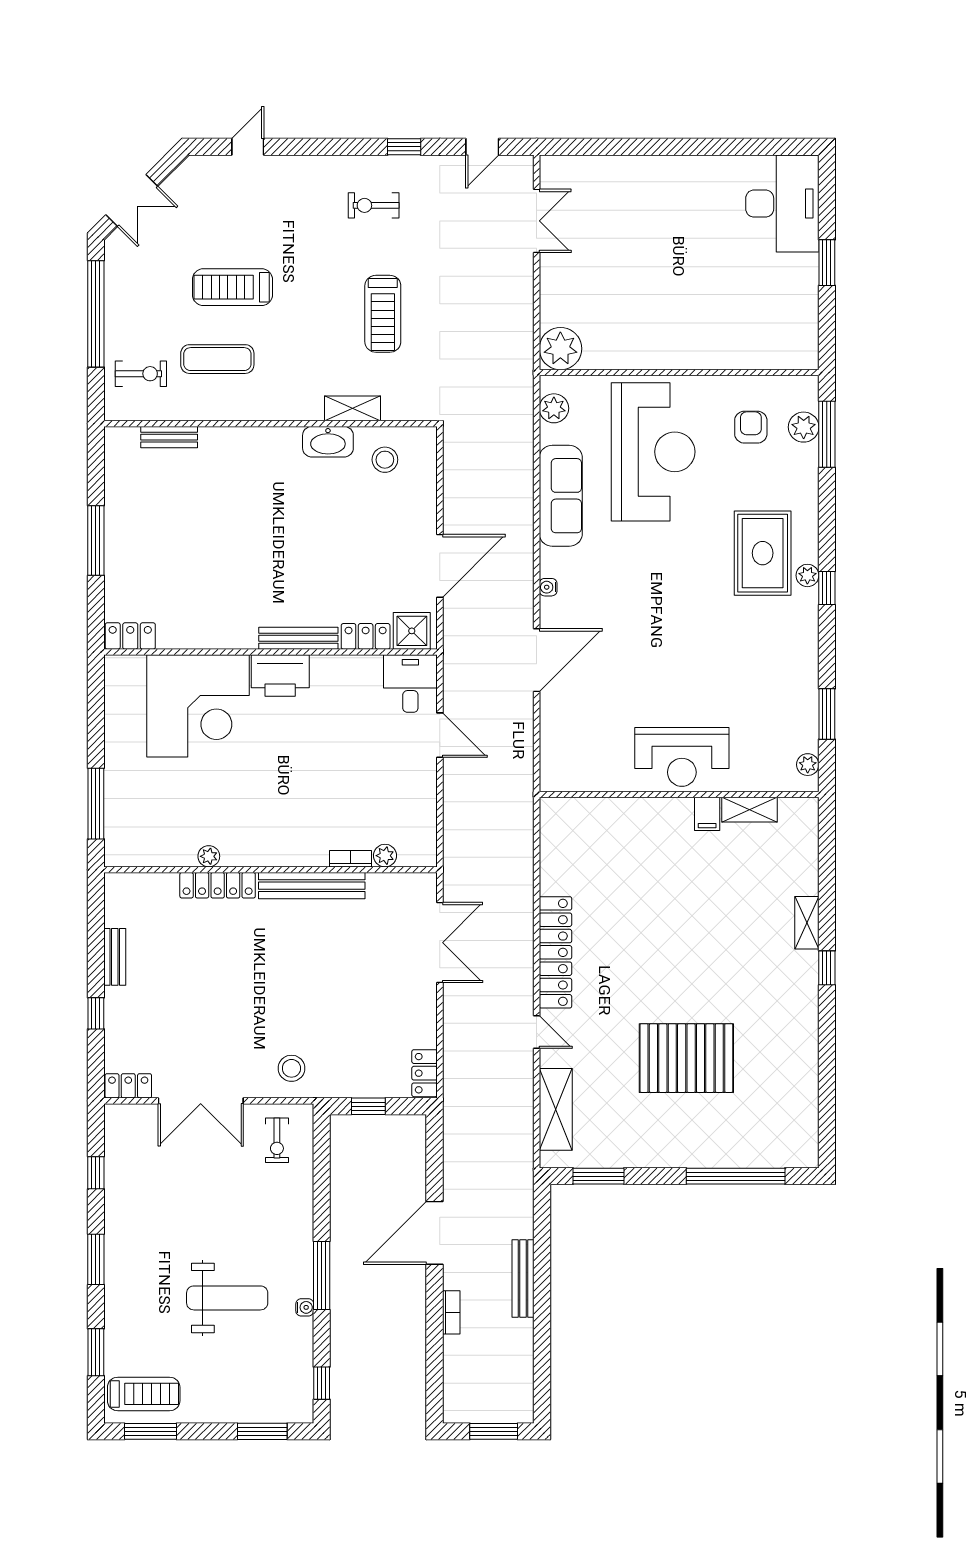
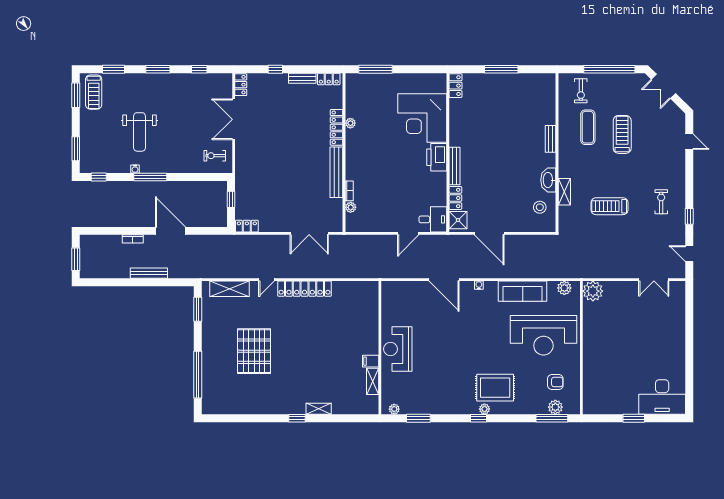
bench: (169, 437) -> (551, 139), moved
locker: (116, 902) -> (329, 79), added
stool: (291, 1068) -> (249, 163), removed

